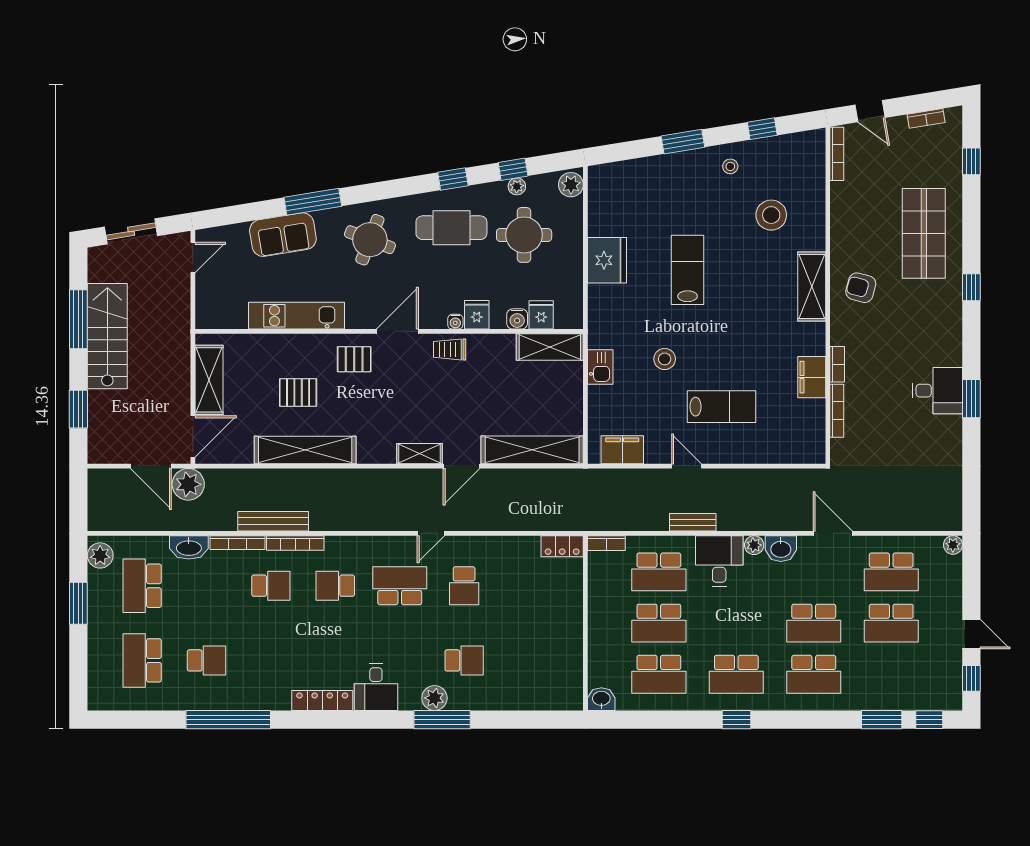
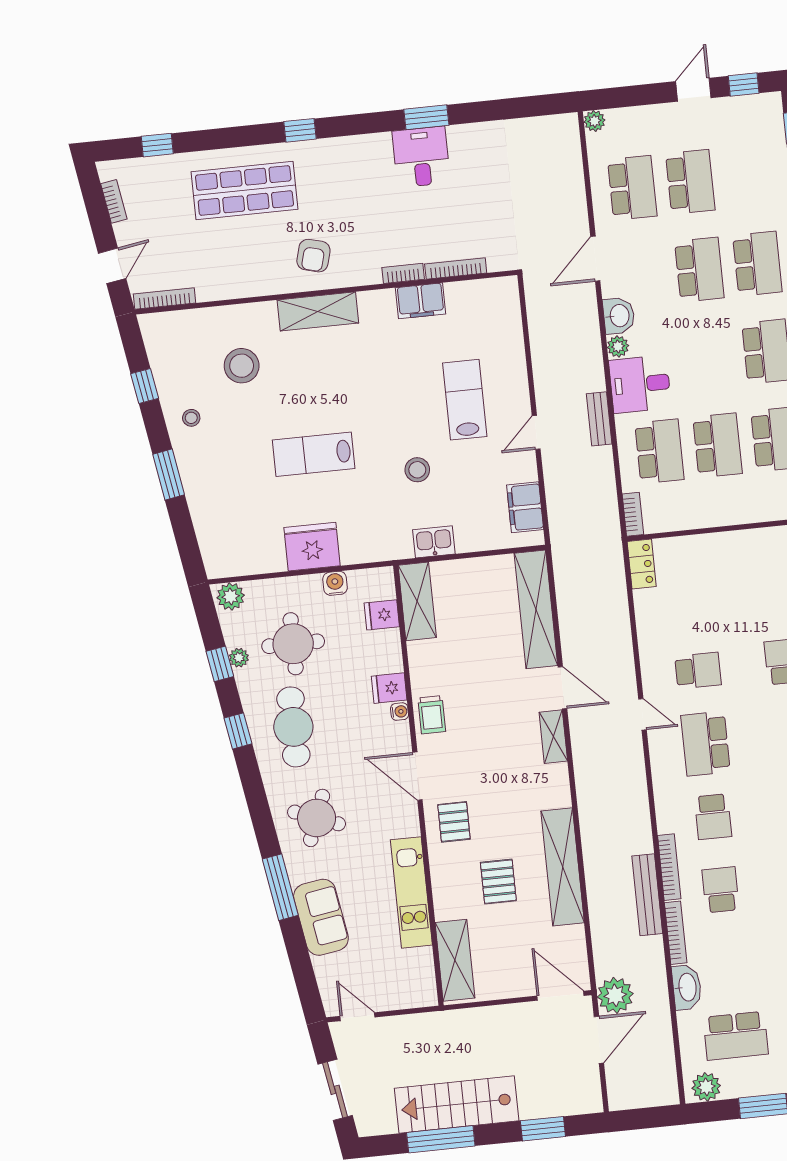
water cooler: (517, 319) -> (335, 583), moved, turned -90
shelving: (209, 380) -> (455, 960), moved, turned 90

